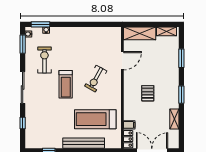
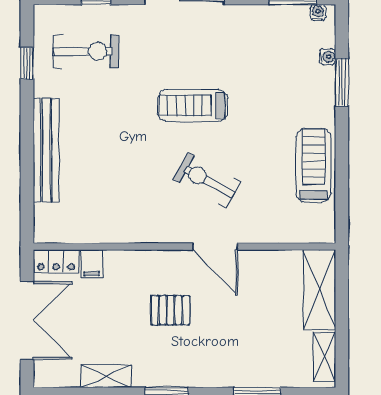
window: (41, 24) -> (342, 82), moved
exercise bike: (44, 60) -> (86, 51), moved
door: (122, 61) -> (215, 247), moved
treadmill: (95, 119) -> (314, 165), moved, width x0.73, depth x0.73

